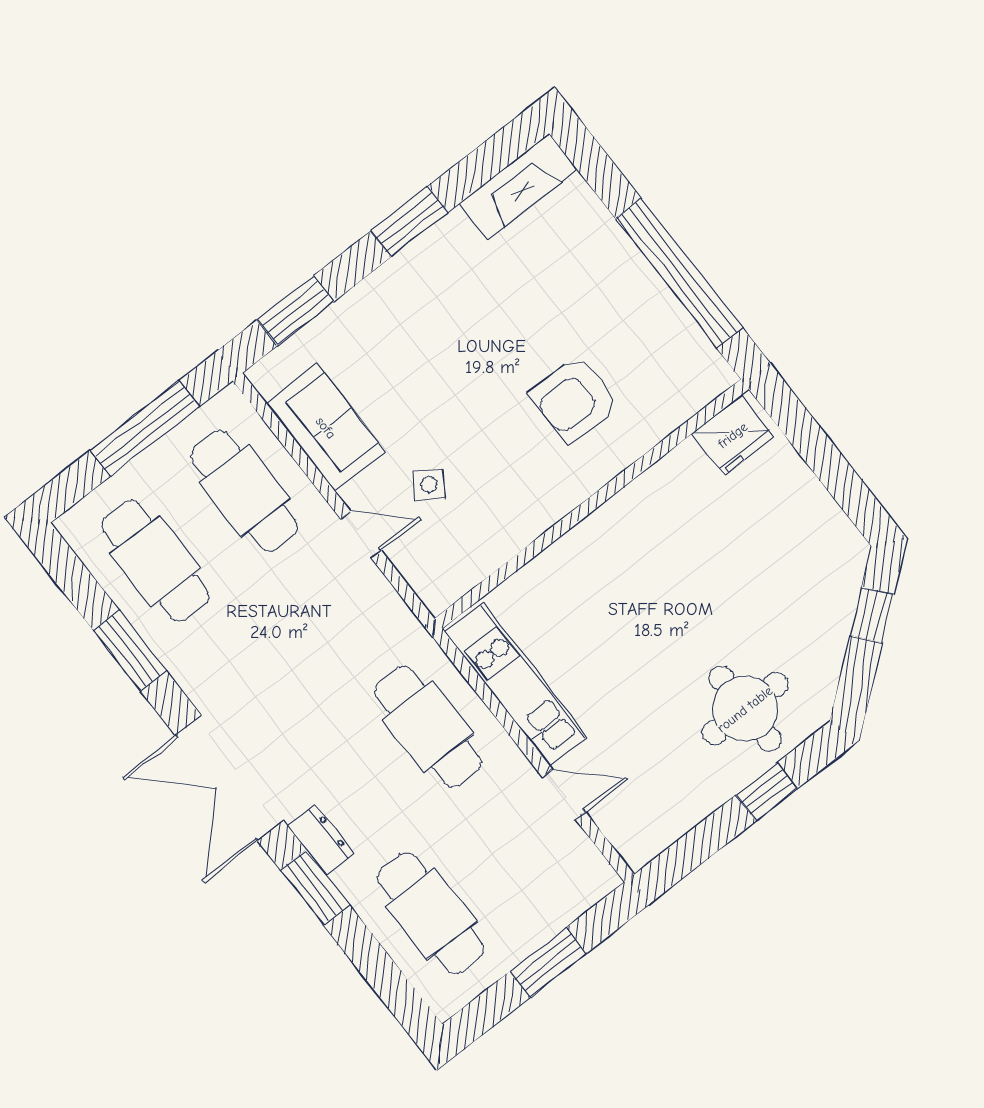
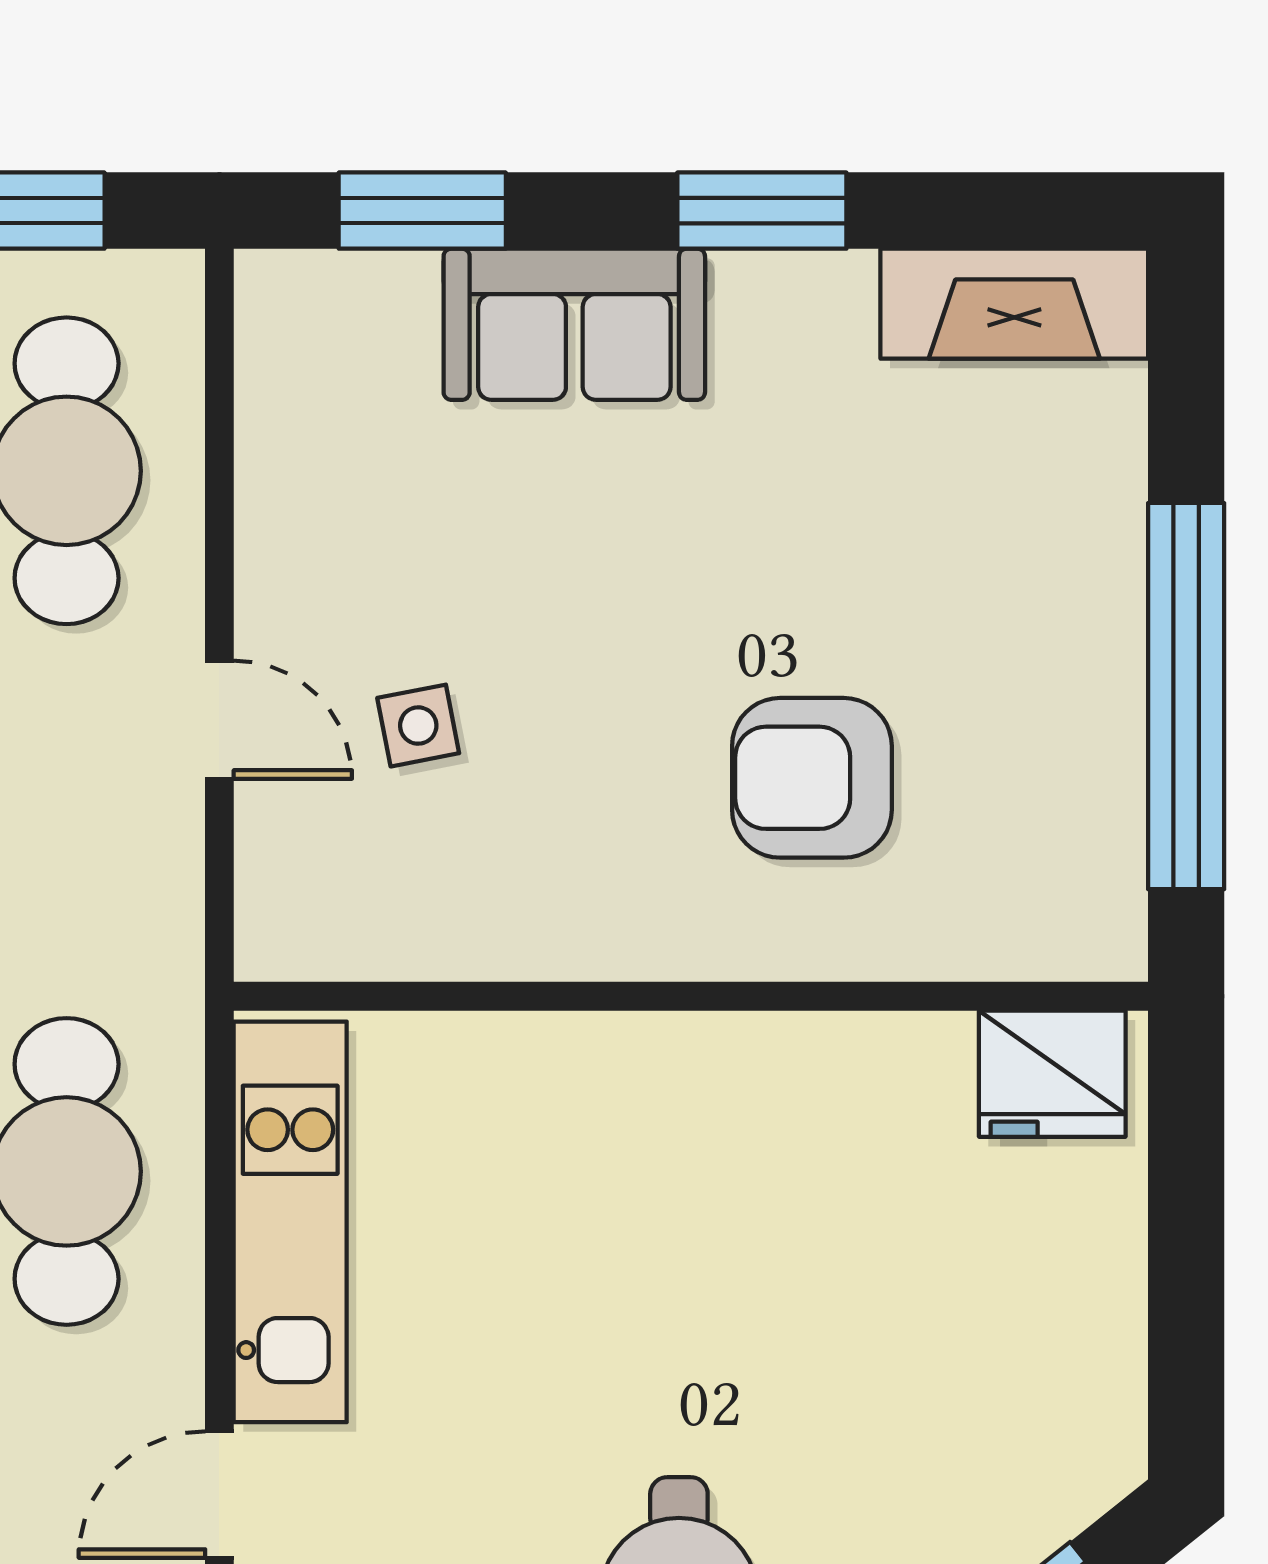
sofa: (326, 428) -> (574, 324), moved, turned 90
side table: (429, 485) -> (418, 726), turned 45
door: (564, 795) -> (219, 1495), swing flipped

